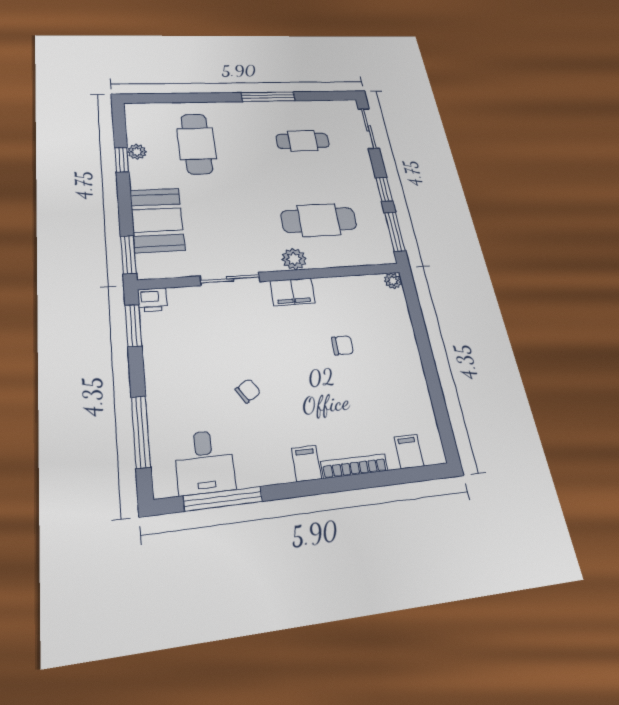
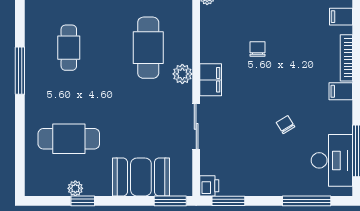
desk: (205, 462) -> (332, 160), width x1.37

